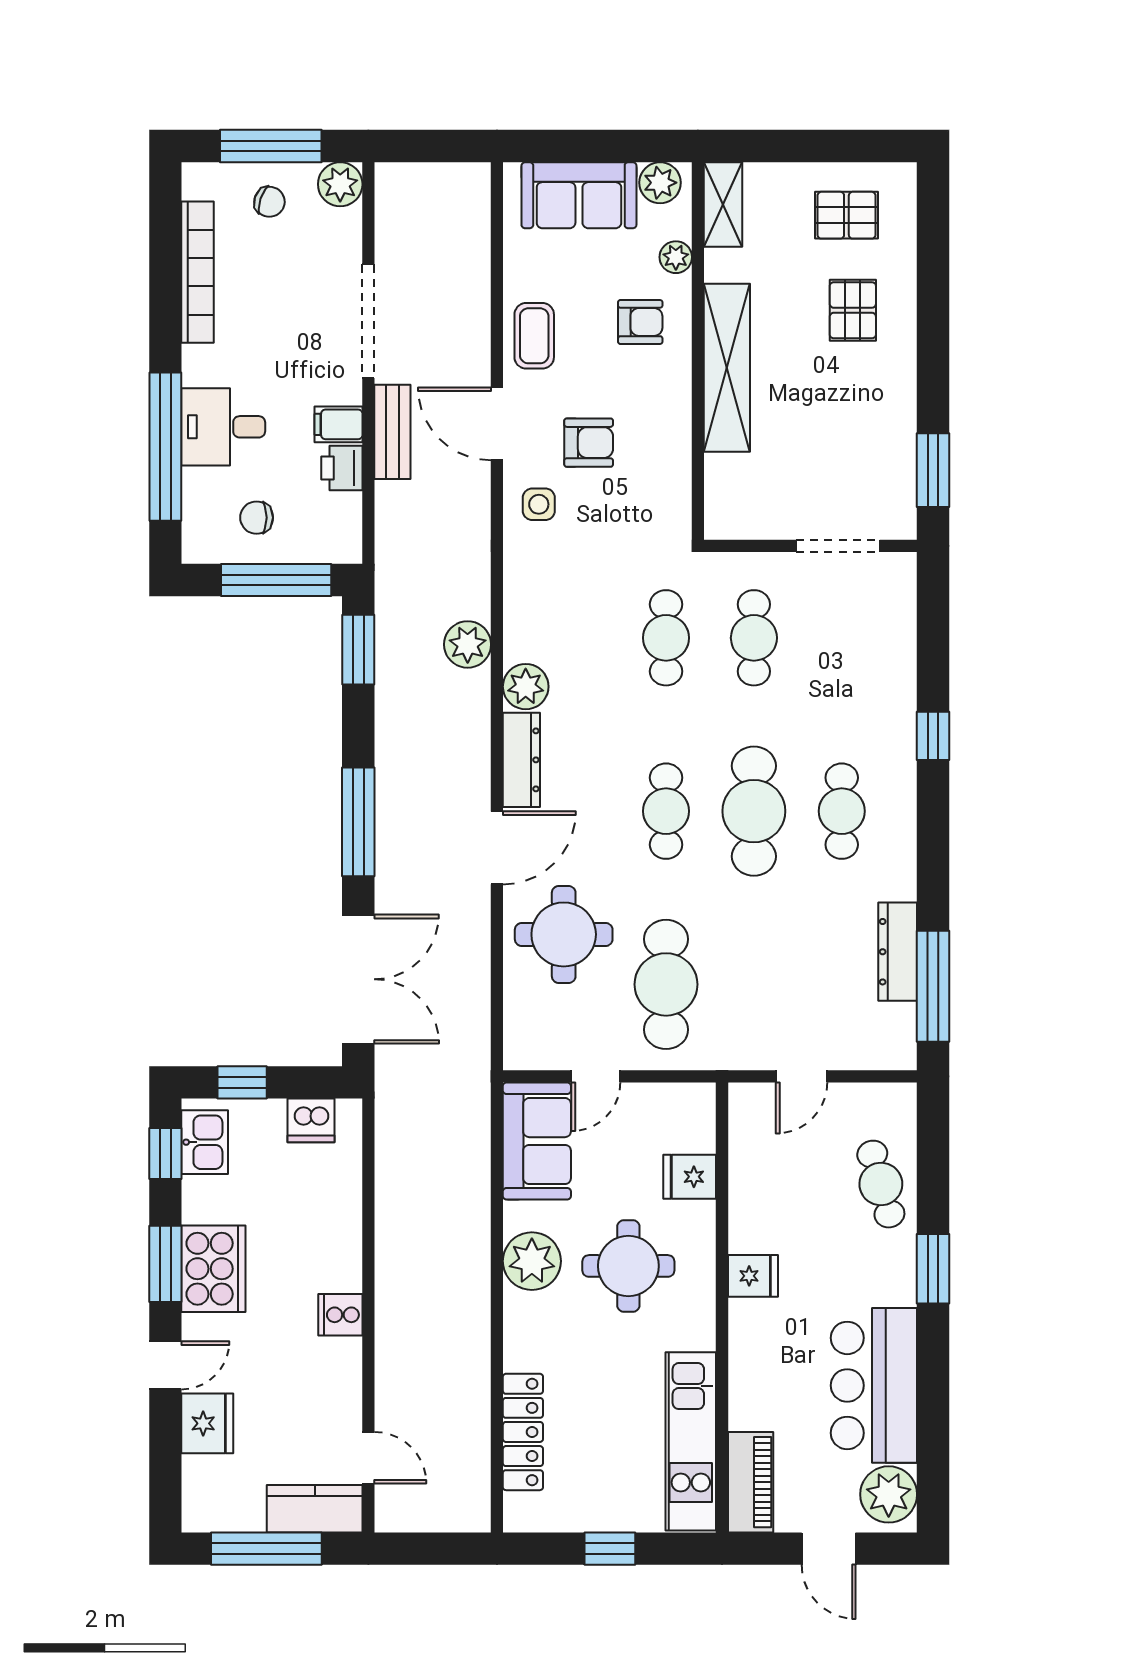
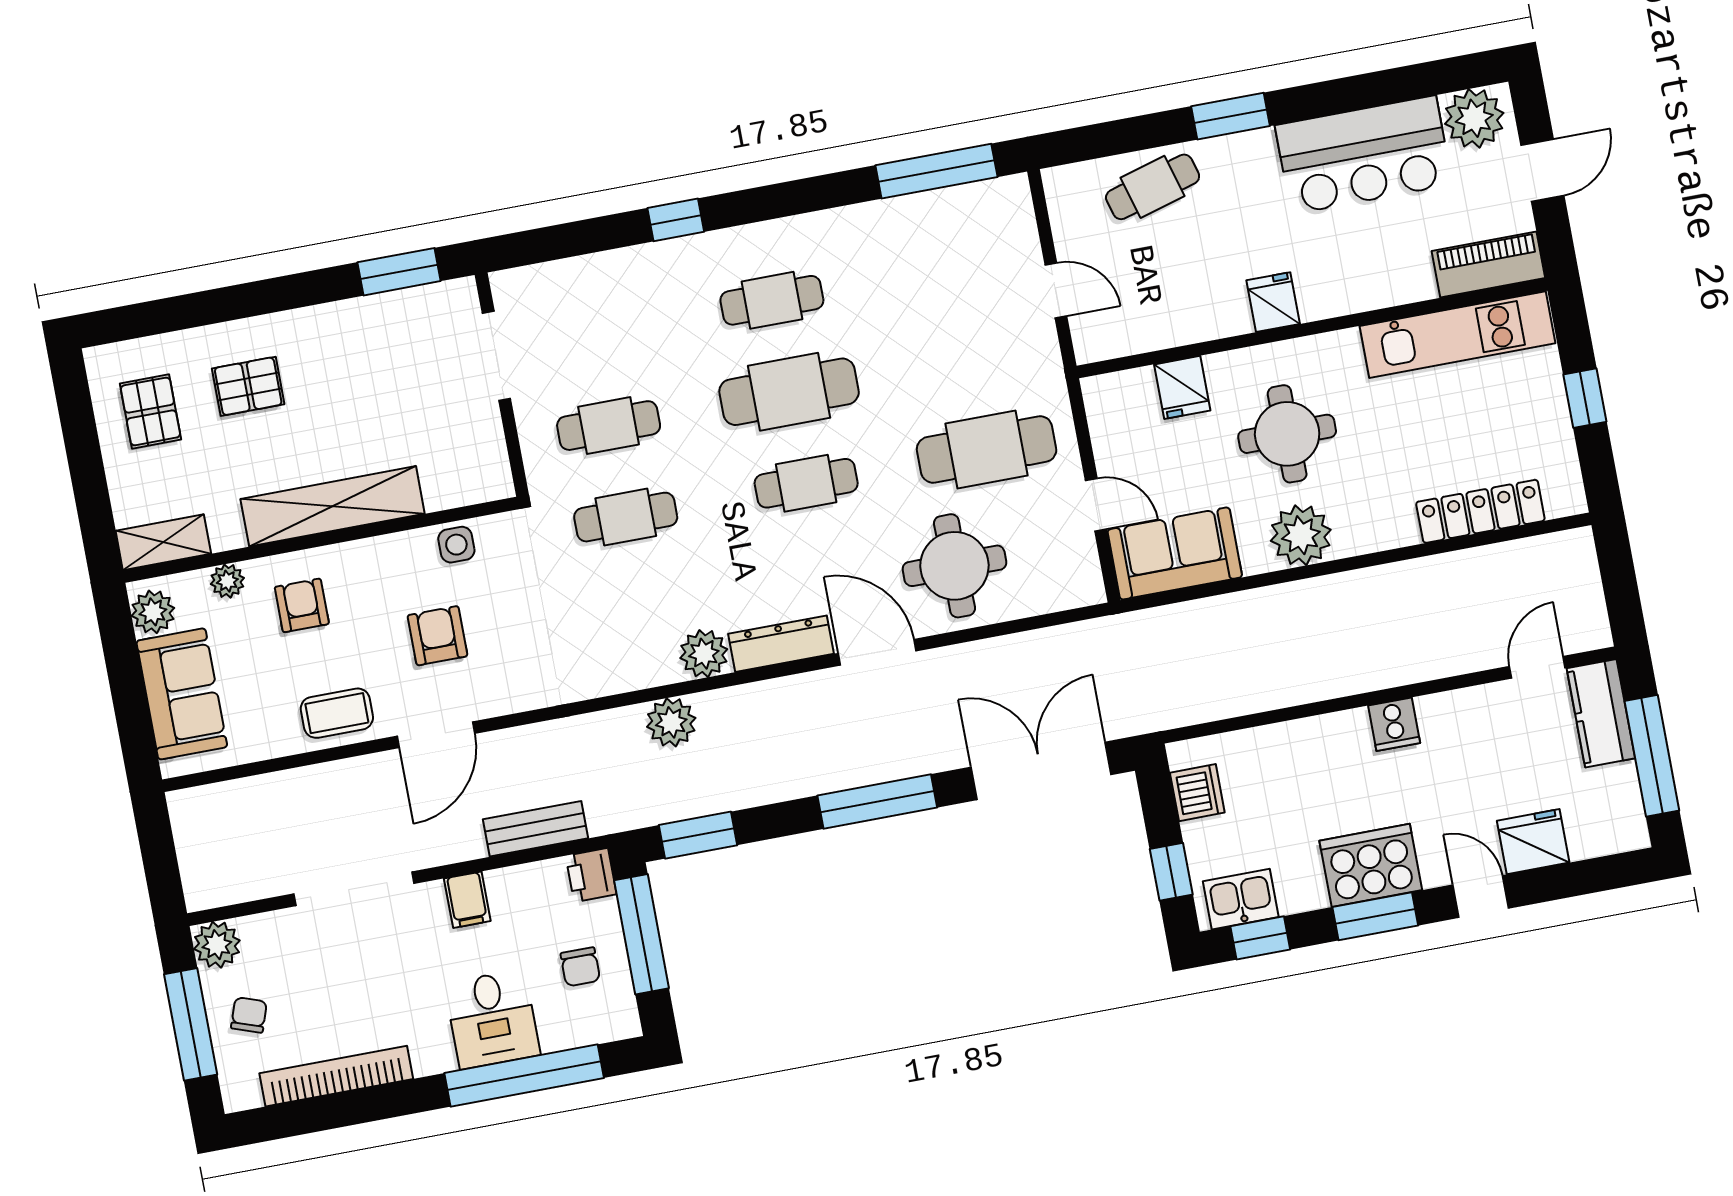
bench: (392, 432) -> (536, 829), moved
printer: (342, 468) -> (591, 875), moved, turned 90
side table: (539, 504) -> (456, 545), moved
dresser: (898, 952) -> (907, 215), removed

